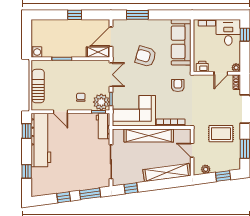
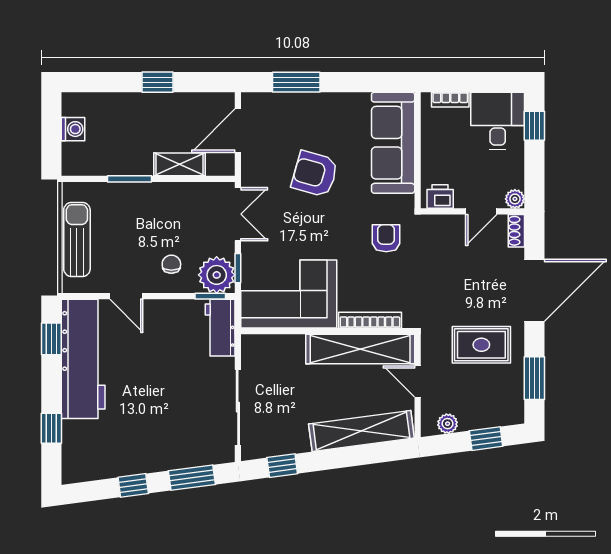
washing machine: (36, 52) -> (73, 129), moved
shelving: (98, 52) -> (180, 164), moved
shelving: (149, 136) -> (360, 349), moved

